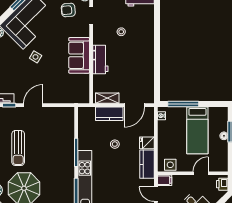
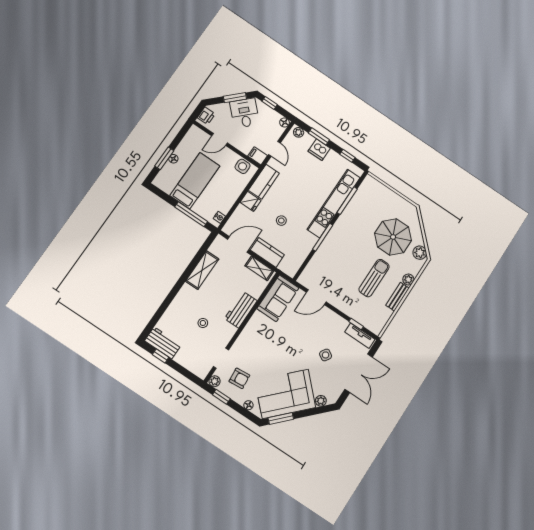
sofa: (79, 55) -> (278, 298), moved
side table: (36, 57) -> (326, 355), moved
shelving: (148, 69) -> (202, 270), added
door: (33, 105) -> (316, 297), moved

